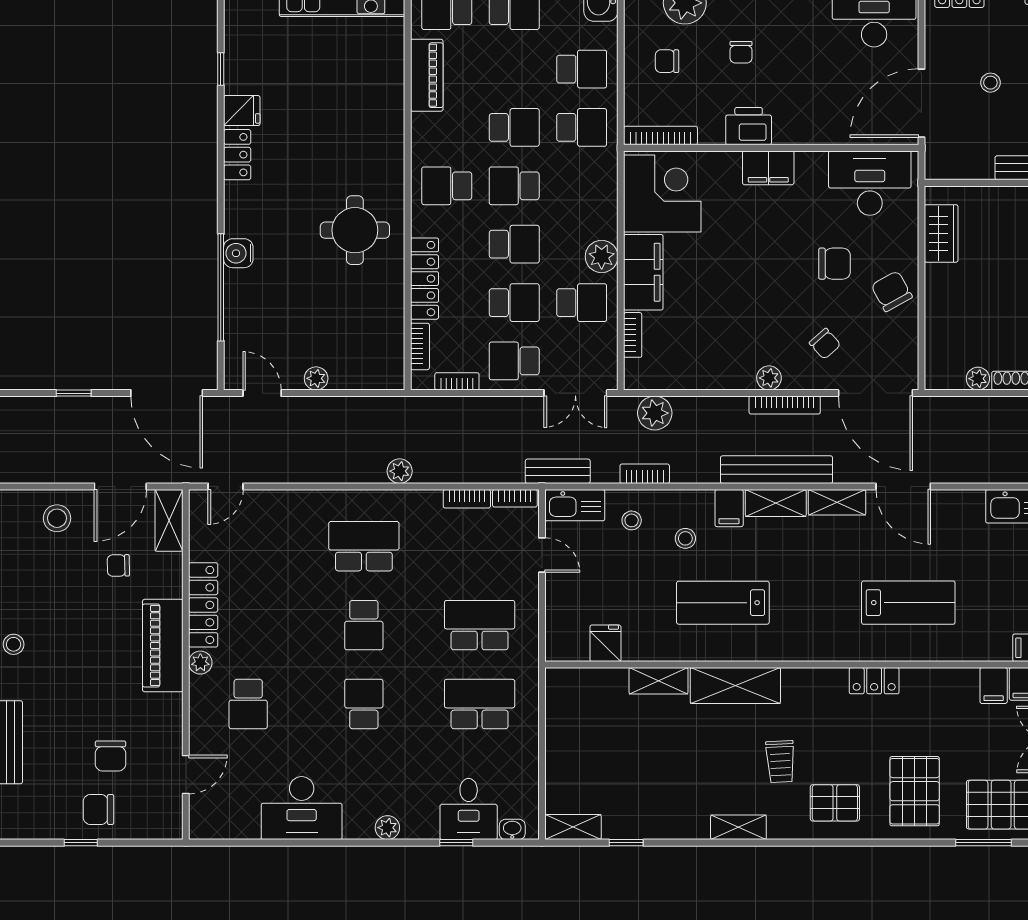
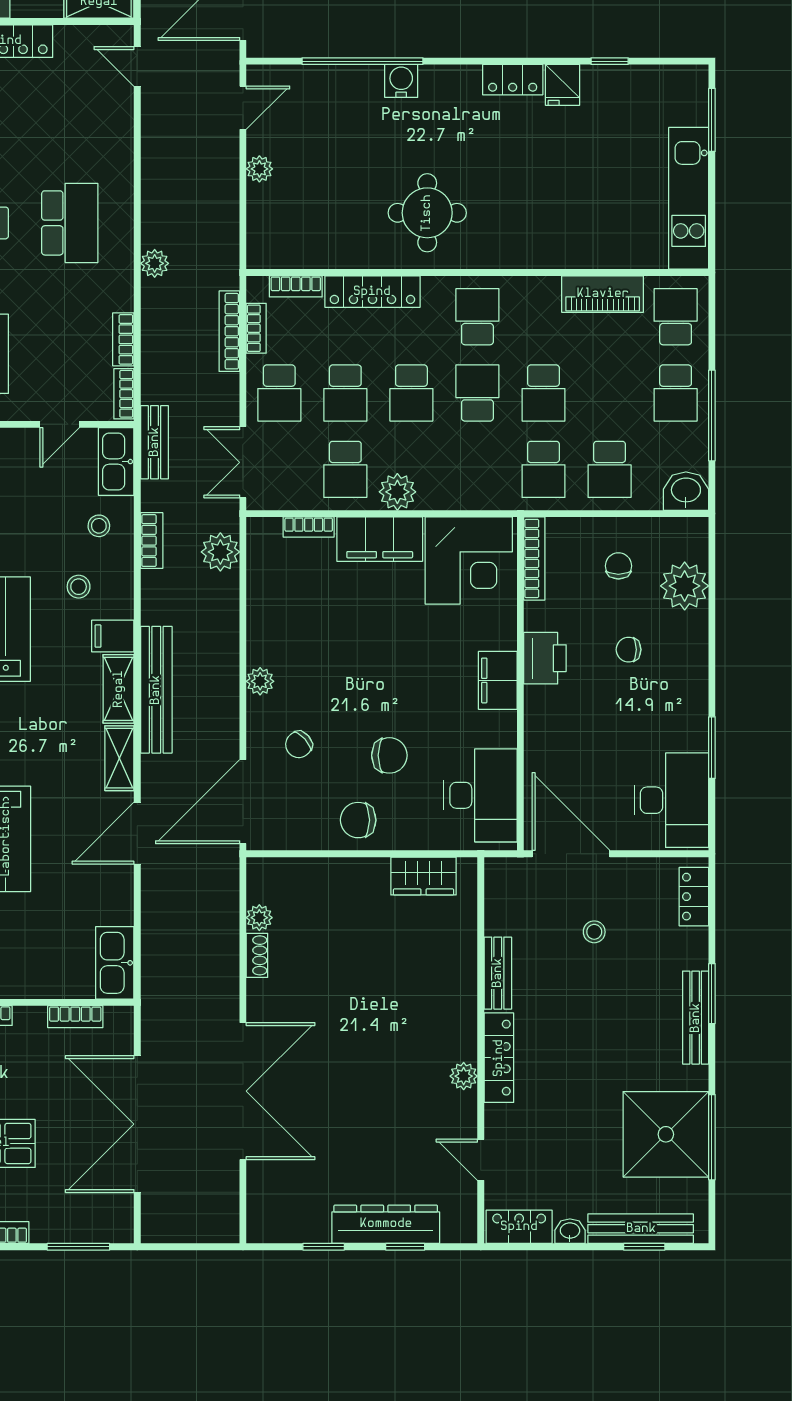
chair: (835, 264) -> (389, 755), turned -90
chair: (892, 291) -> (358, 820), turned -151
school desk: (514, 361) -> (279, 393), turned 180
bookcase: (785, 405) -> (229, 331), moved

